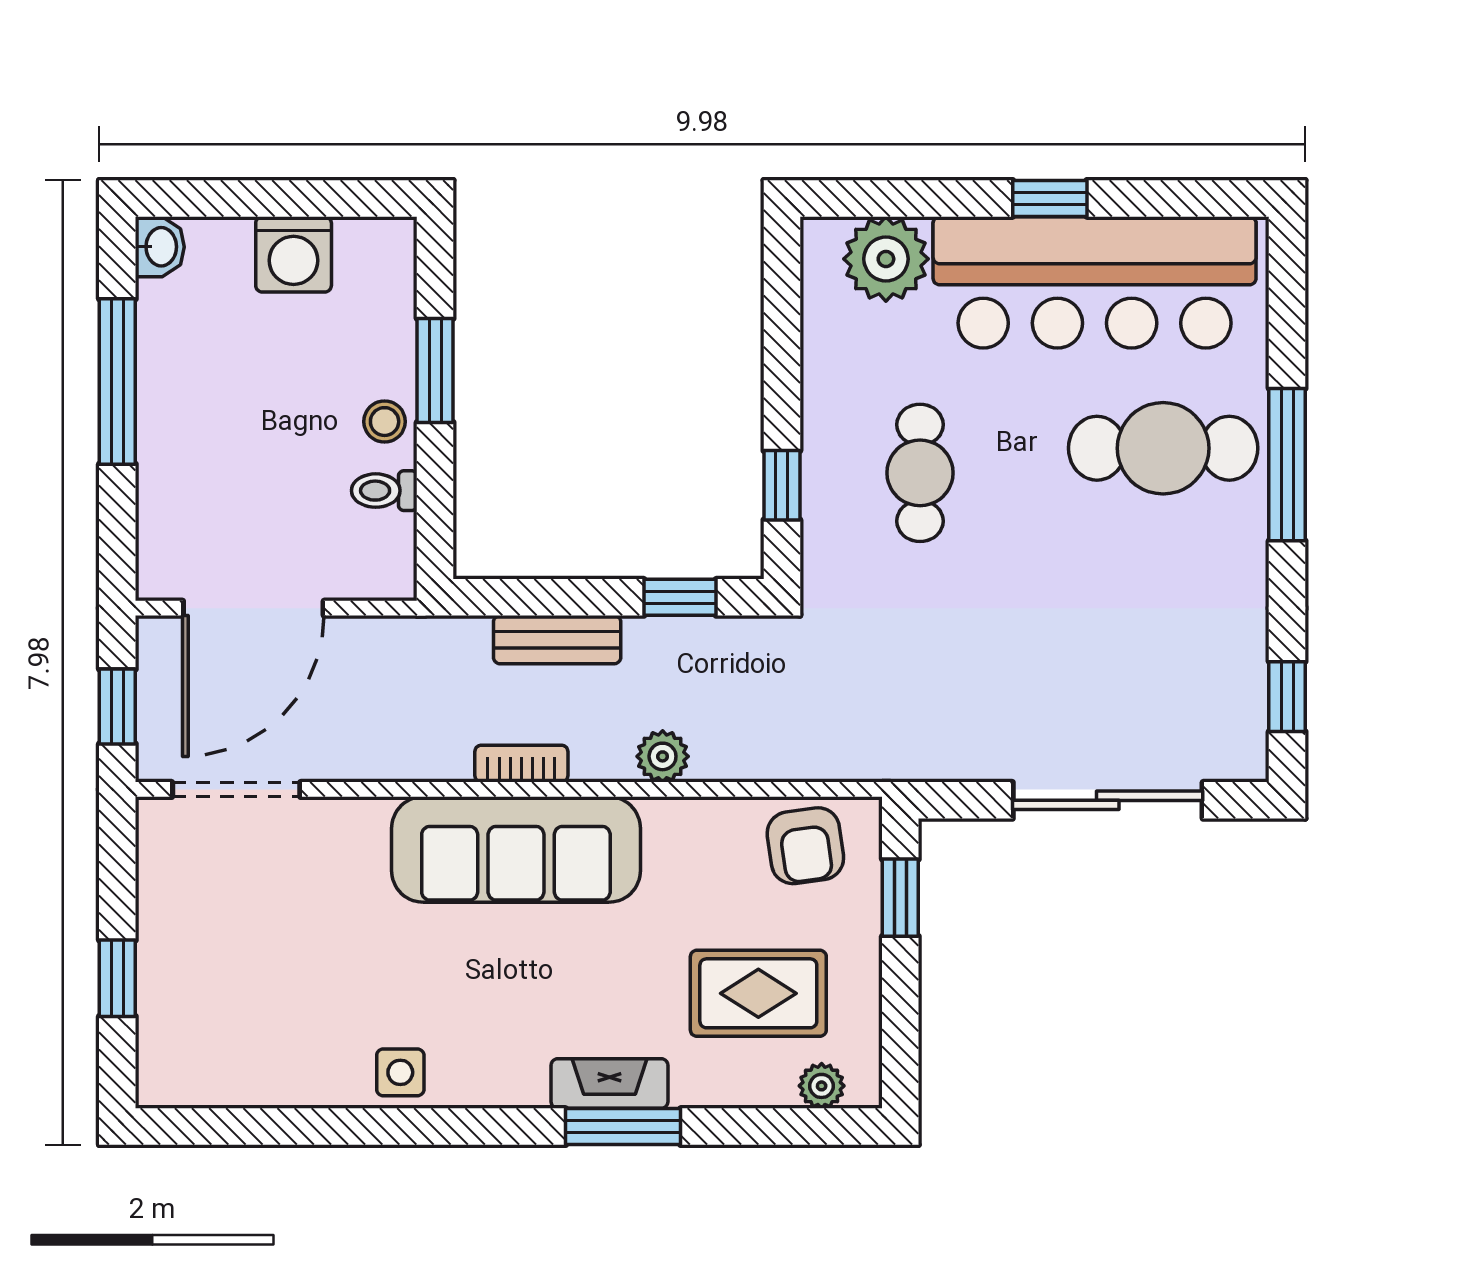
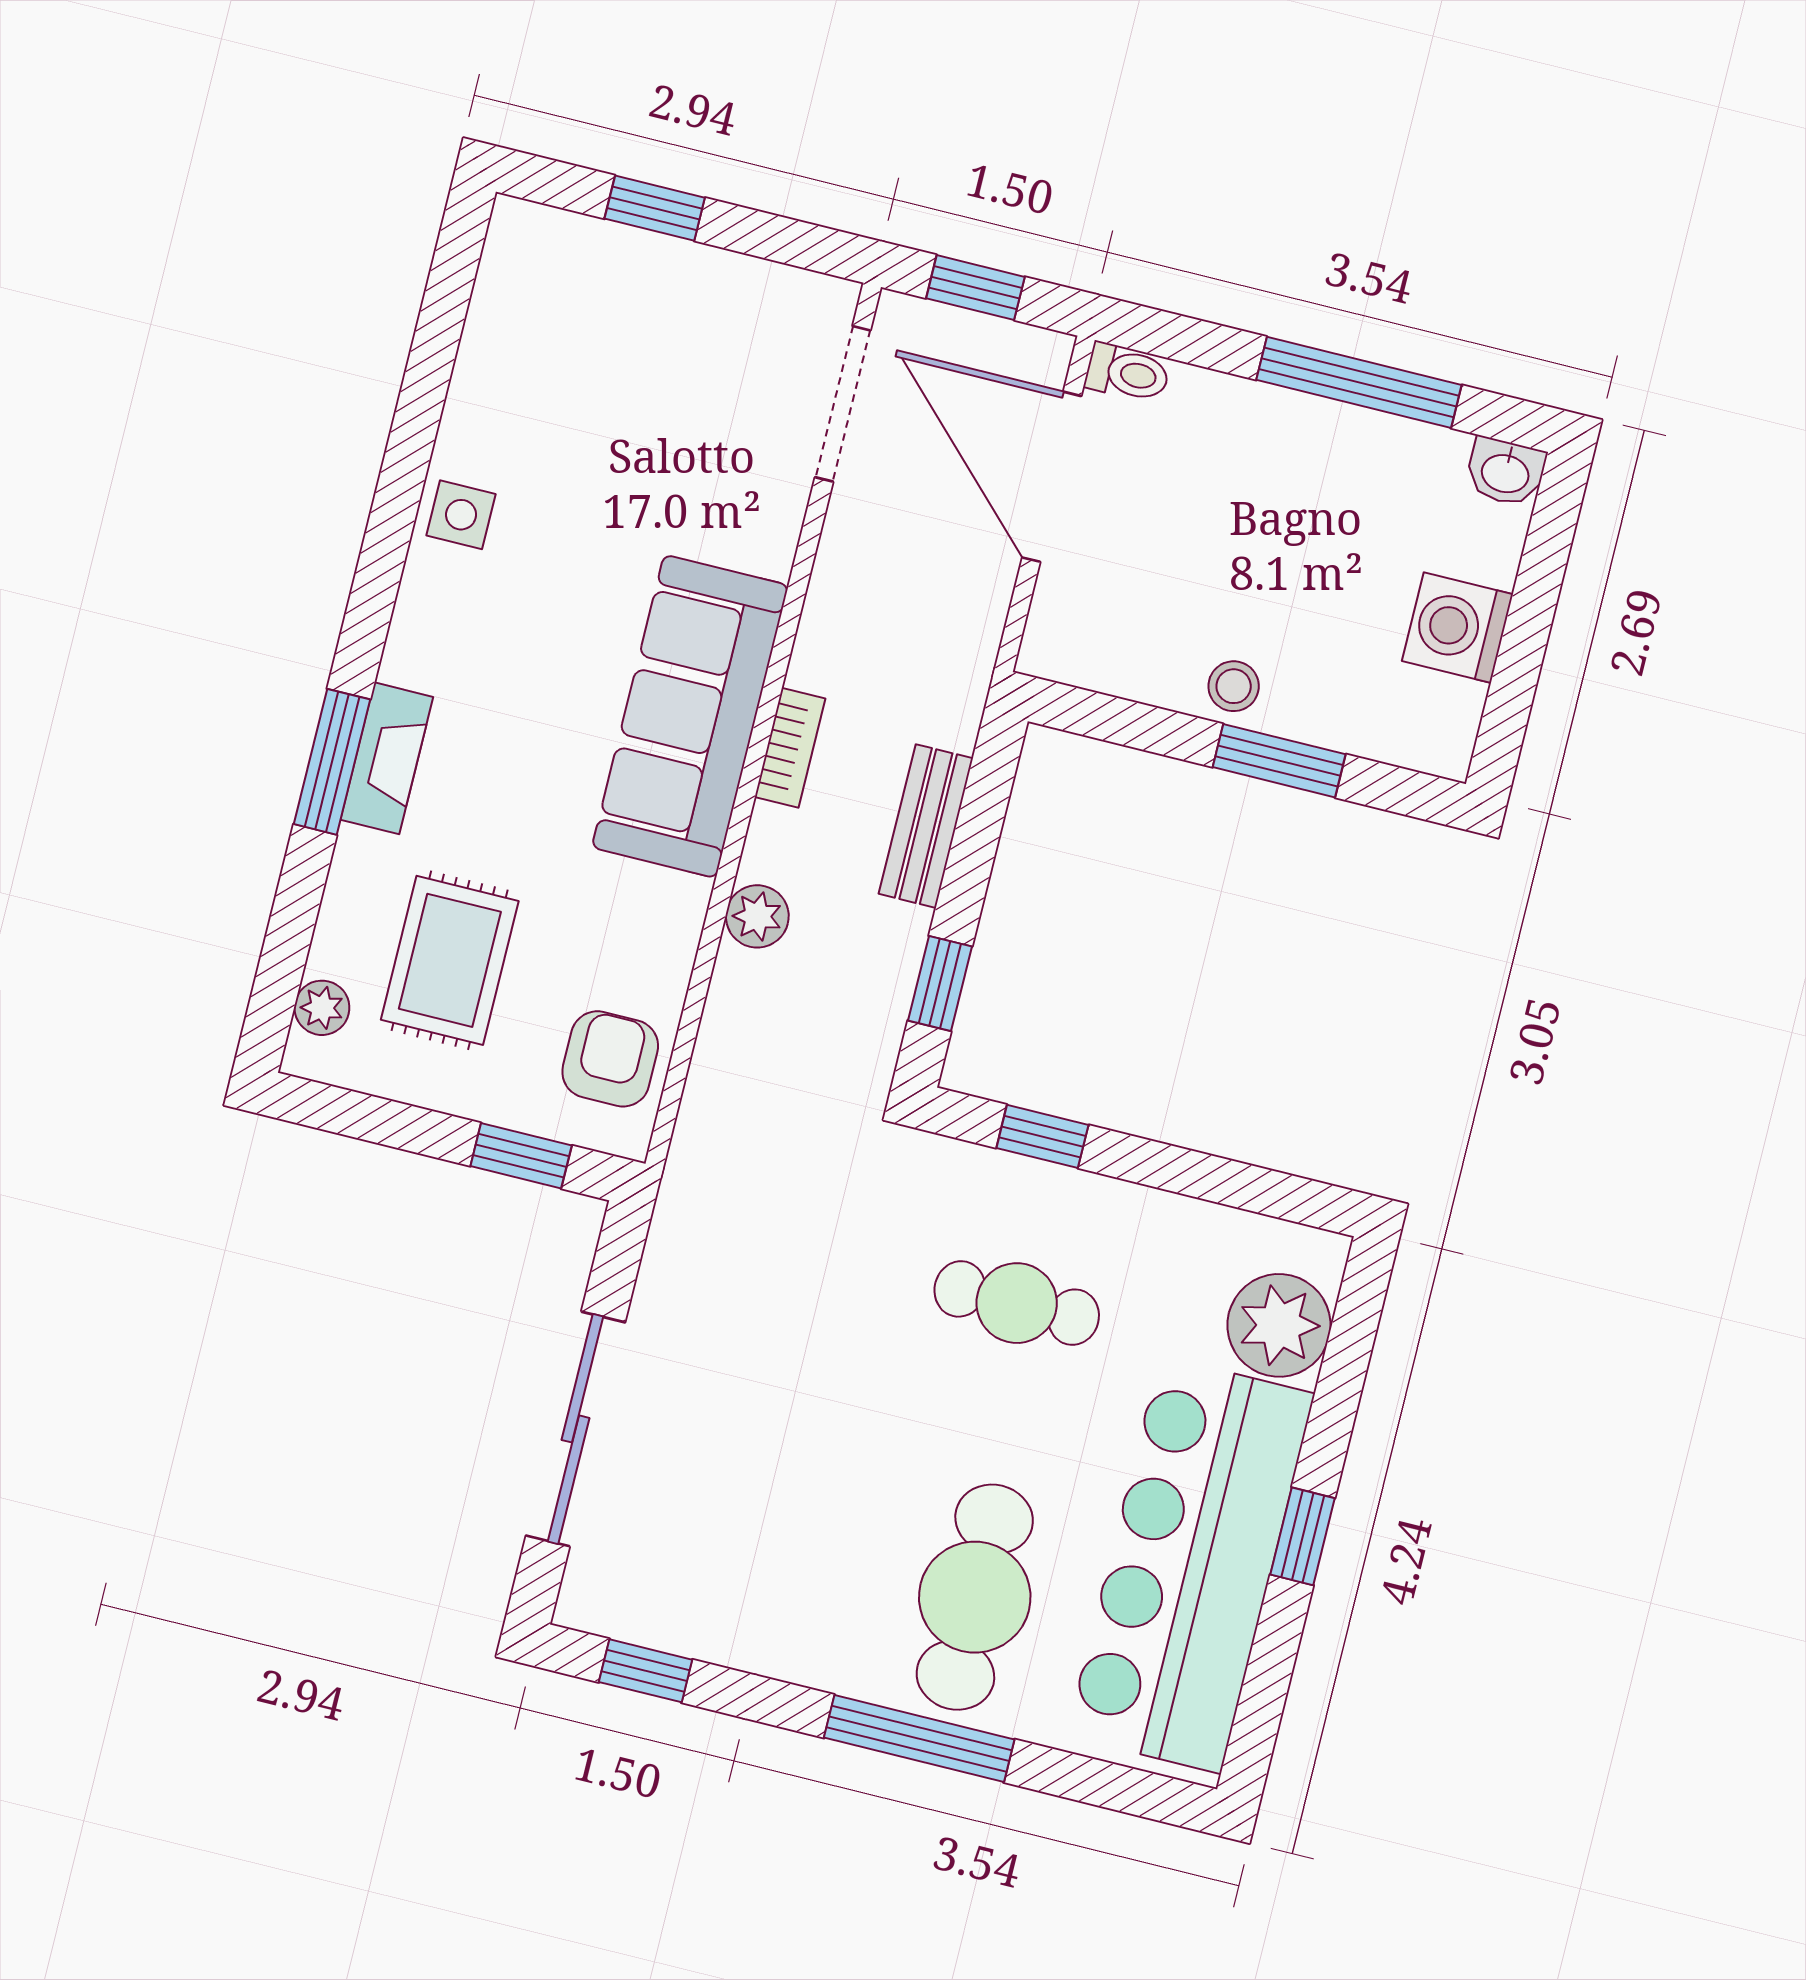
toilet: (384, 491) -> (1127, 373), moved, turned 90
armchair: (805, 846) -> (610, 1059), turned 98

